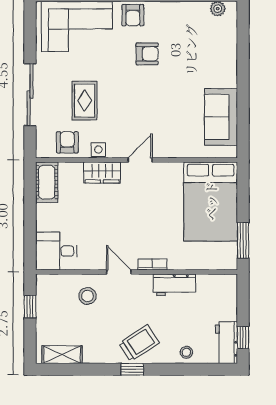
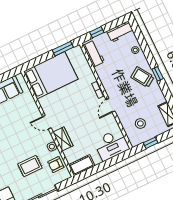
desk: (56, 251) -> (111, 145), width x1.37
workbench: (174, 285) -> (94, 54), moved
stool: (87, 296) -> (140, 123), moved
window: (243, 338) -> (97, 32), moved

